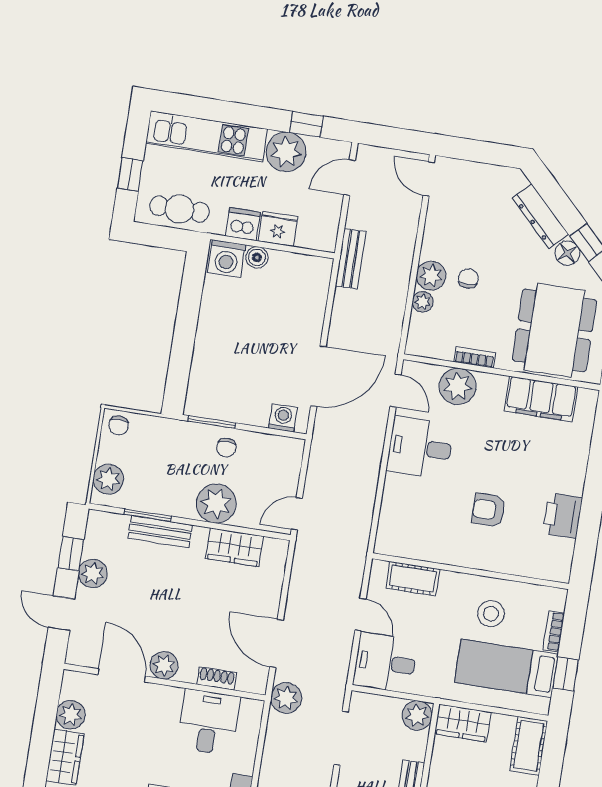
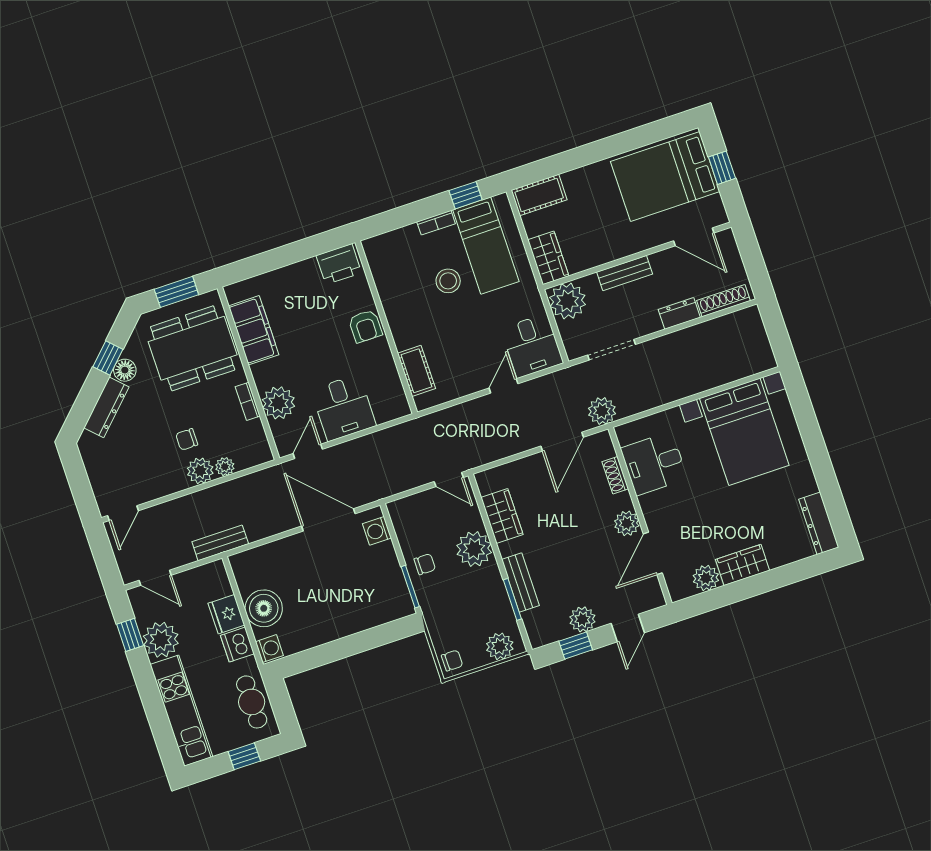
boiler: (257, 257) -> (264, 608), width x1.86, depth x1.86
washing machine: (226, 259) -> (269, 649), width x0.73, depth x0.73
wall: (471, 571) -> (386, 327), moved
cot: (413, 579) -> (416, 371), moved
plant: (417, 715) -> (568, 301), width x1.36, depth x1.36

